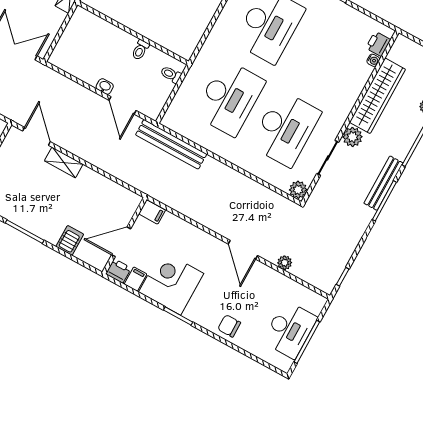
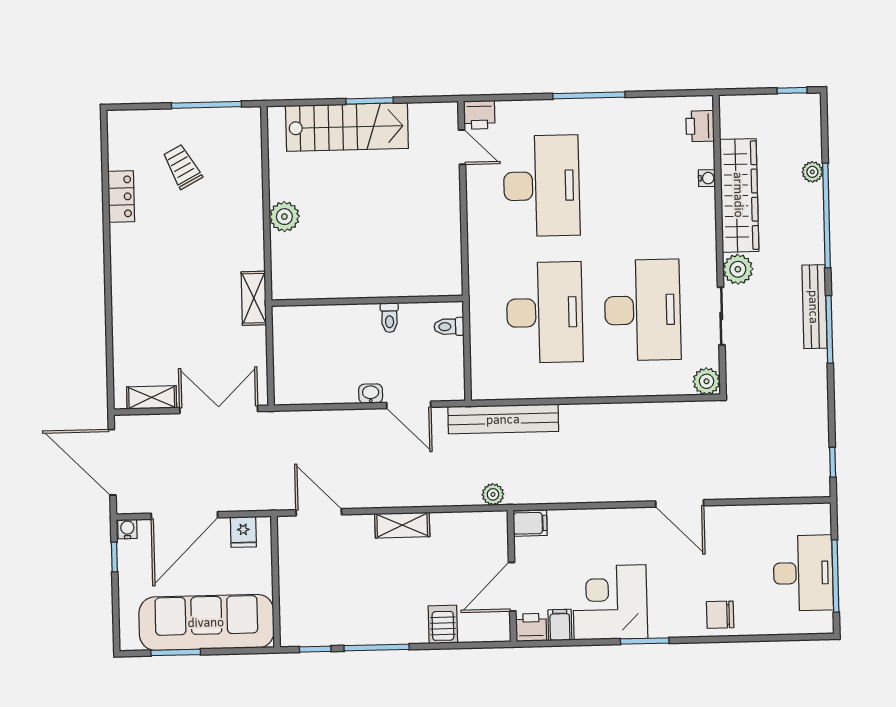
water cooler: (373, 60) -> (707, 178), moved
shelving: (64, 162) -> (402, 525), moved
plant: (285, 263) -> (493, 494), moved

